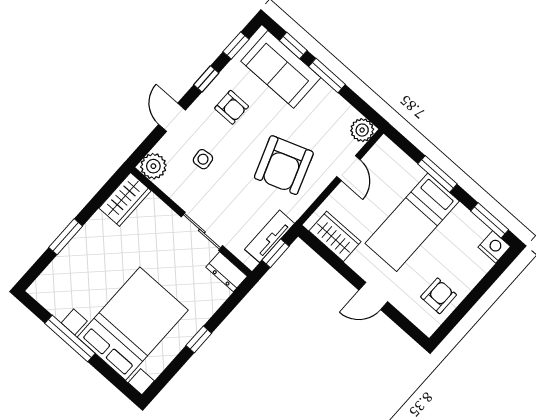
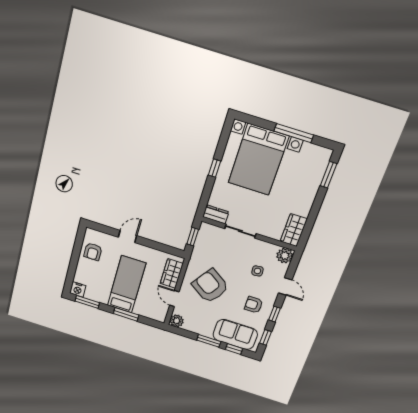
armchair: (284, 165) -> (210, 286), turned -36
tv unit: (270, 236) -> (200, 245), removed
wardrobe: (335, 236) -> (172, 274), moved, turned 90
window: (66, 237) -> (329, 175), moved

